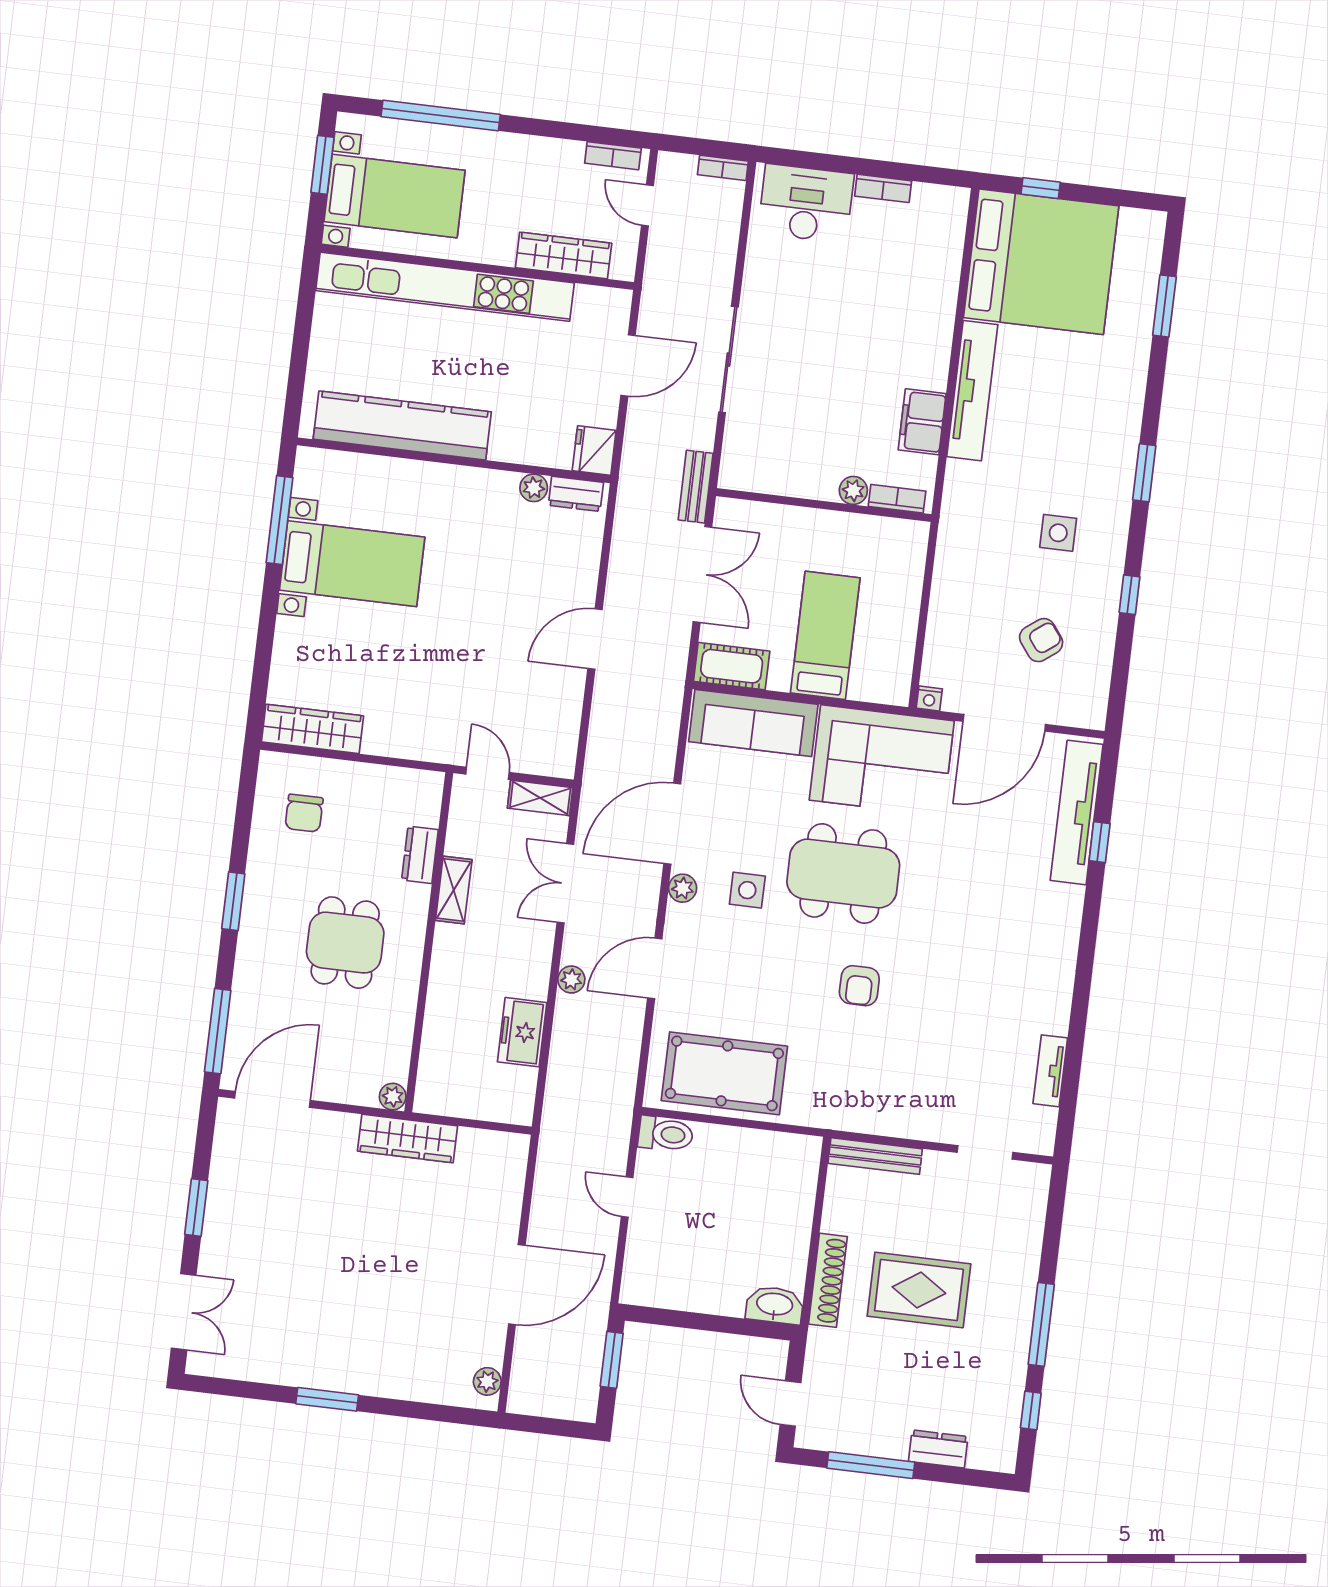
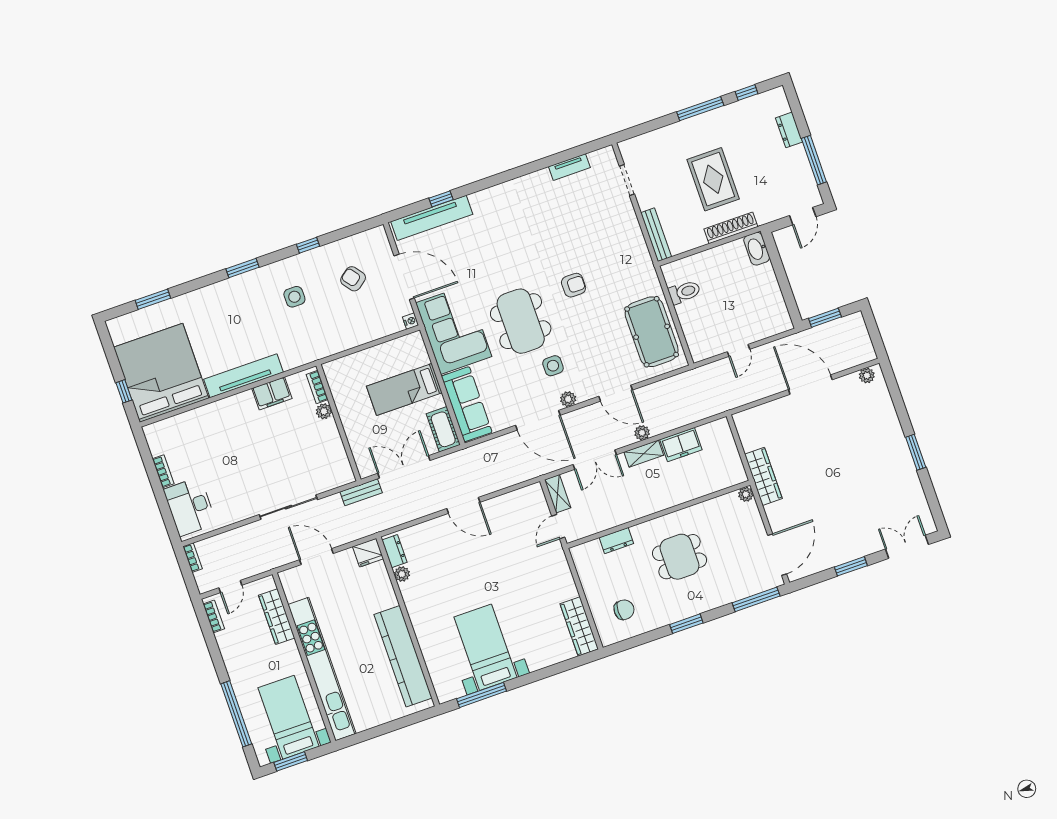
shelving: (454, 890) -> (644, 454), moved
door: (272, 1099) -> (777, 555), swing flipped
toilet: (666, 1134) -> (684, 292), moved, turned 90

